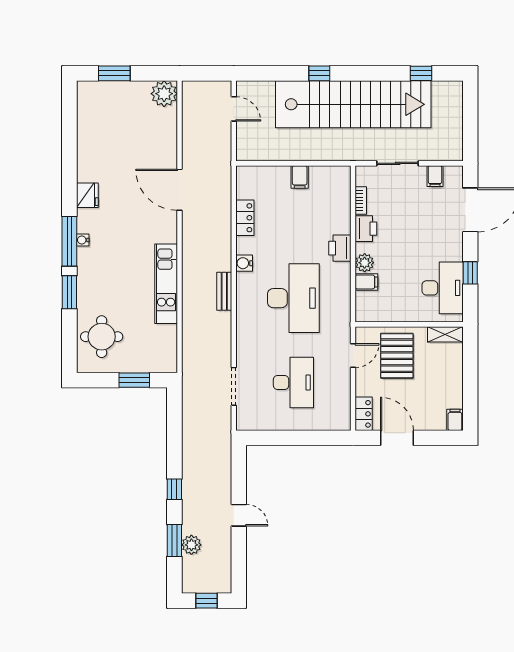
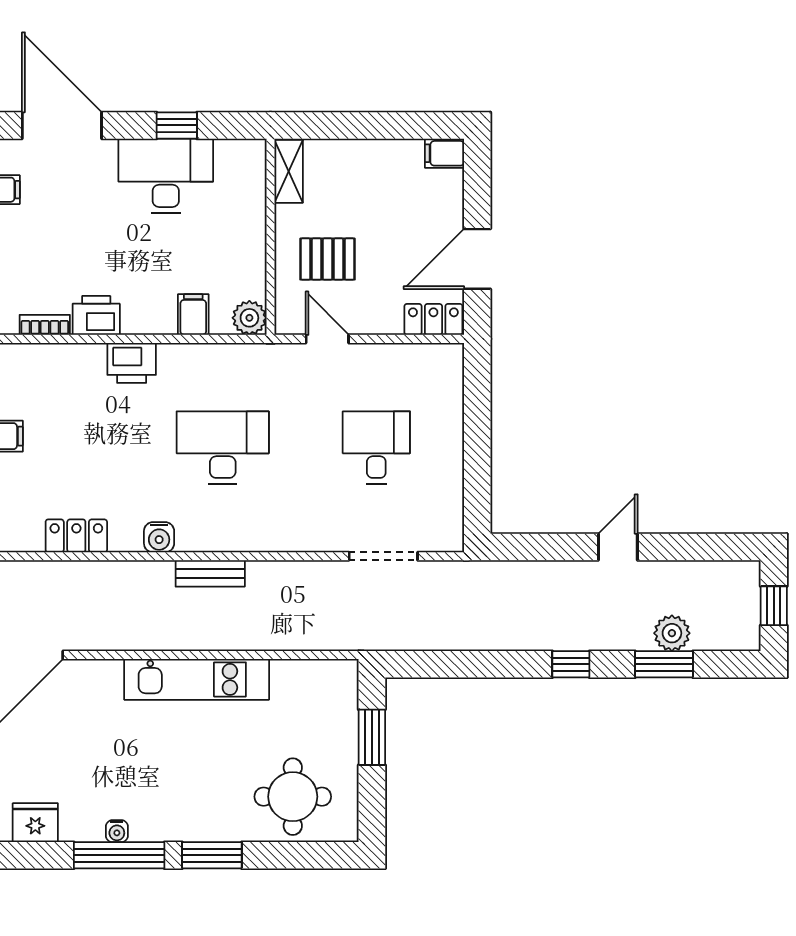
plant: (365, 263) -> (249, 318), moved
desk: (443, 288) -> (166, 176), moved
desk: (293, 298) -> (223, 448), width x0.73, depth x0.77
pallet: (397, 356) -> (328, 259), width x0.67, depth x0.71
desk: (293, 382) -> (376, 448), width x0.73

